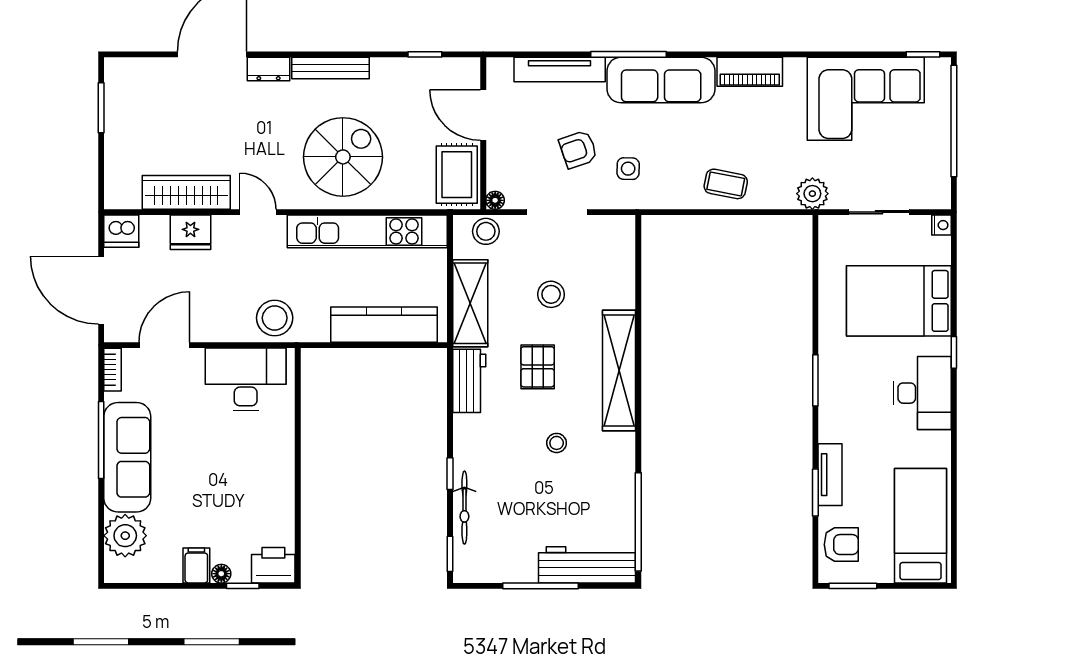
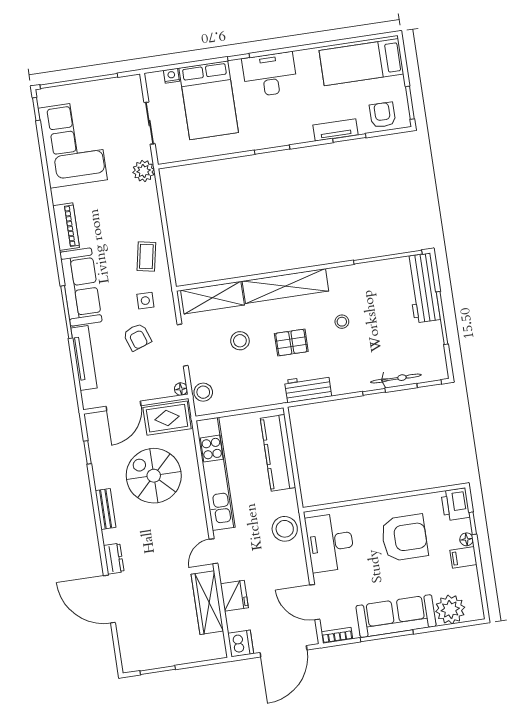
bench: (331, 68) -> (106, 509), width x0.73
spiral stairs: (343, 157) -> (154, 476), moved
coffee table: (726, 184) -> (146, 257), moved
nightstand: (941, 225) -> (171, 76), moved
shelving: (470, 303) -> (212, 298), moved
armchair: (237, 486) -> (404, 538), added

